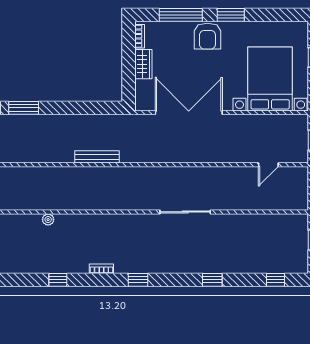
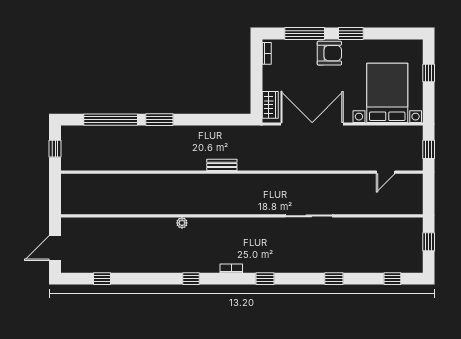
armchair: (207, 36) -> (329, 53), turned -90
wardrobe: (143, 64) -> (270, 105), moved
bench: (97, 157) -> (222, 165), width x0.73

